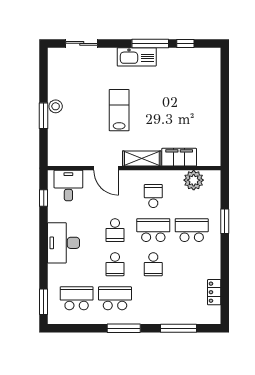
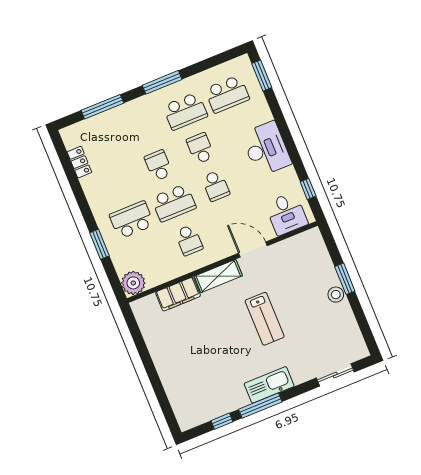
plant: (194, 180) -> (133, 283), moved
school desk: (115, 230) -> (216, 186), turned 180
school desk: (192, 230) -> (132, 220), turned 180

